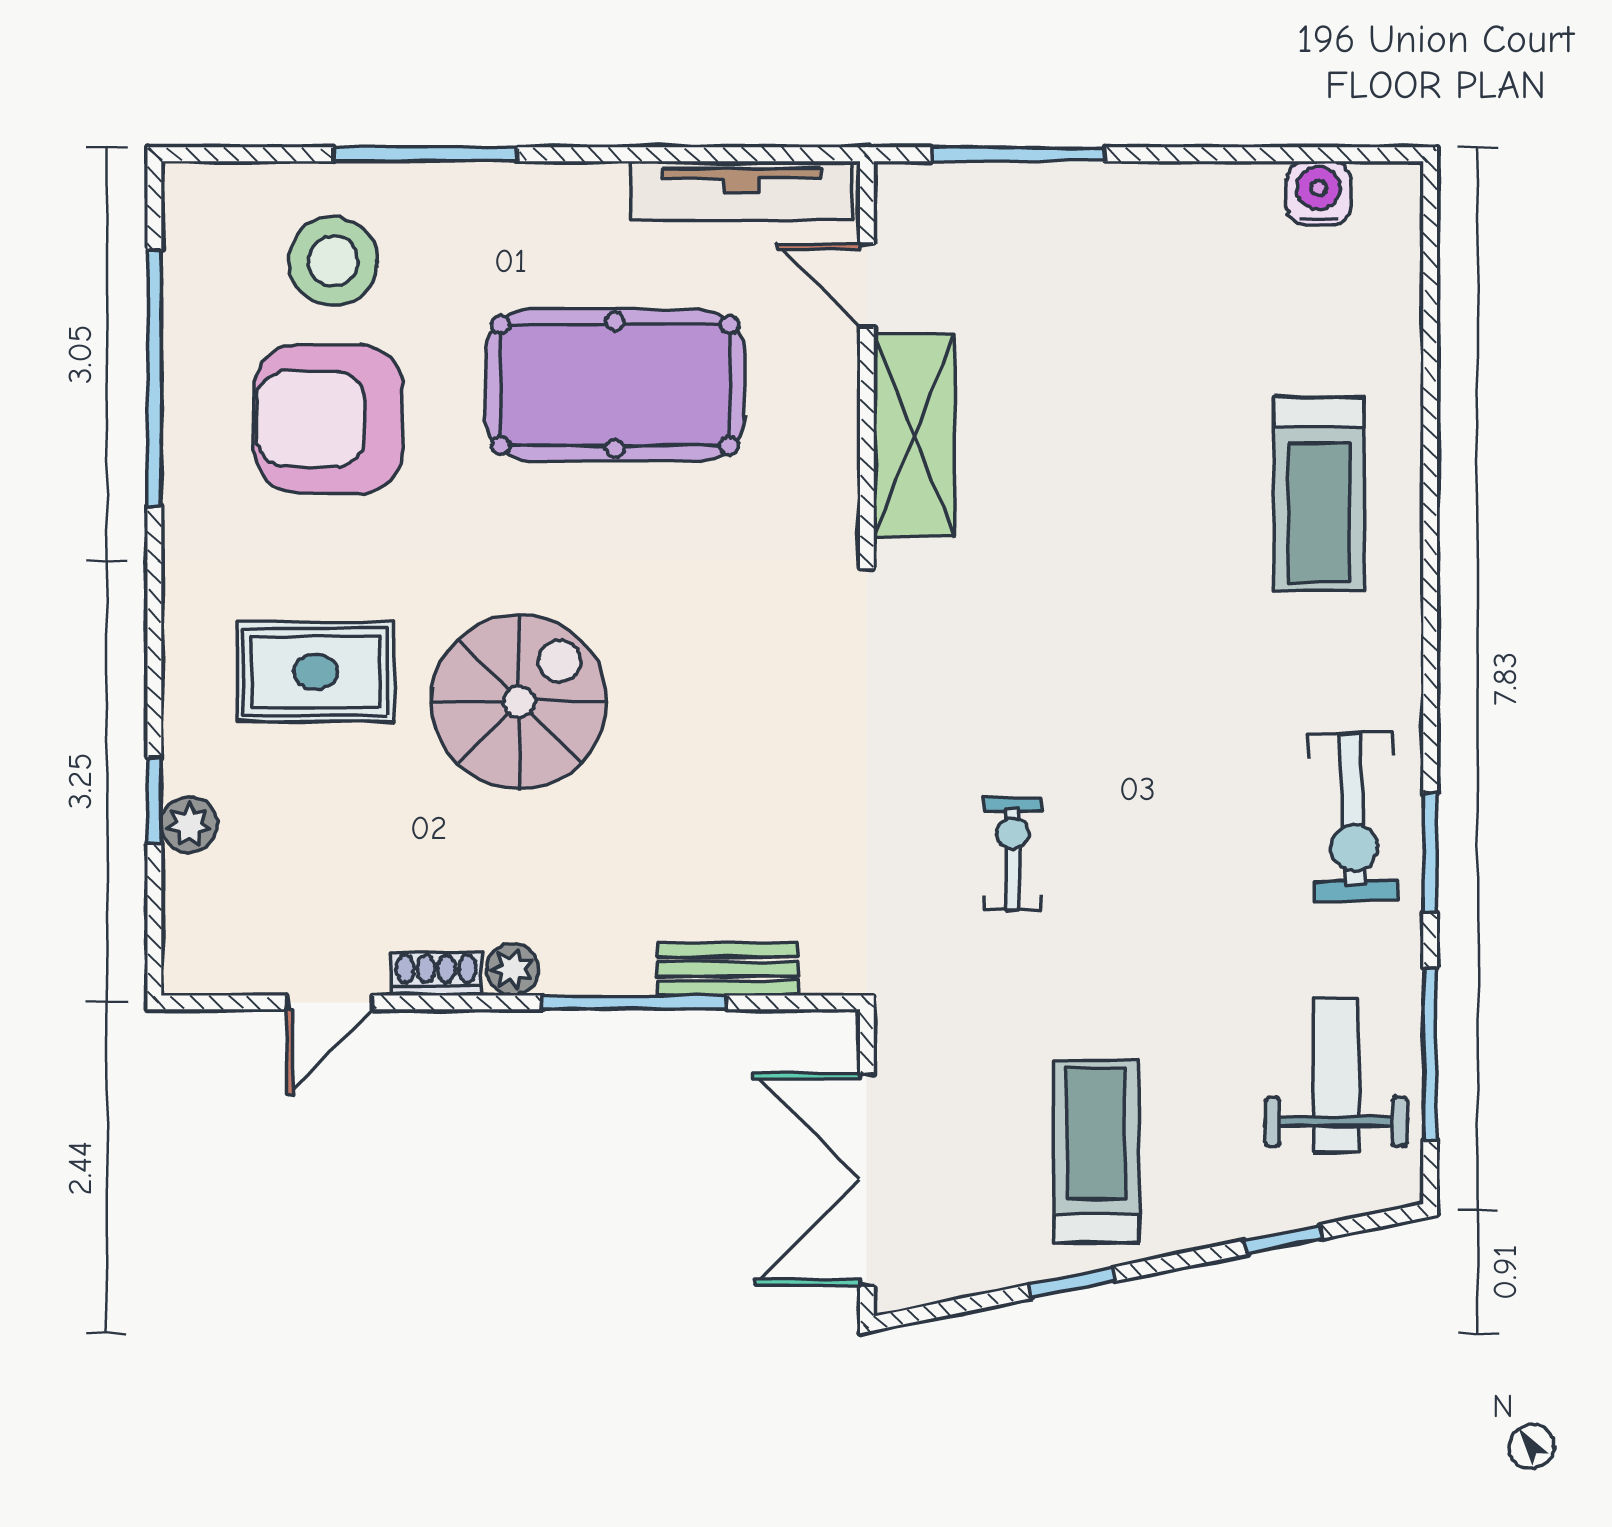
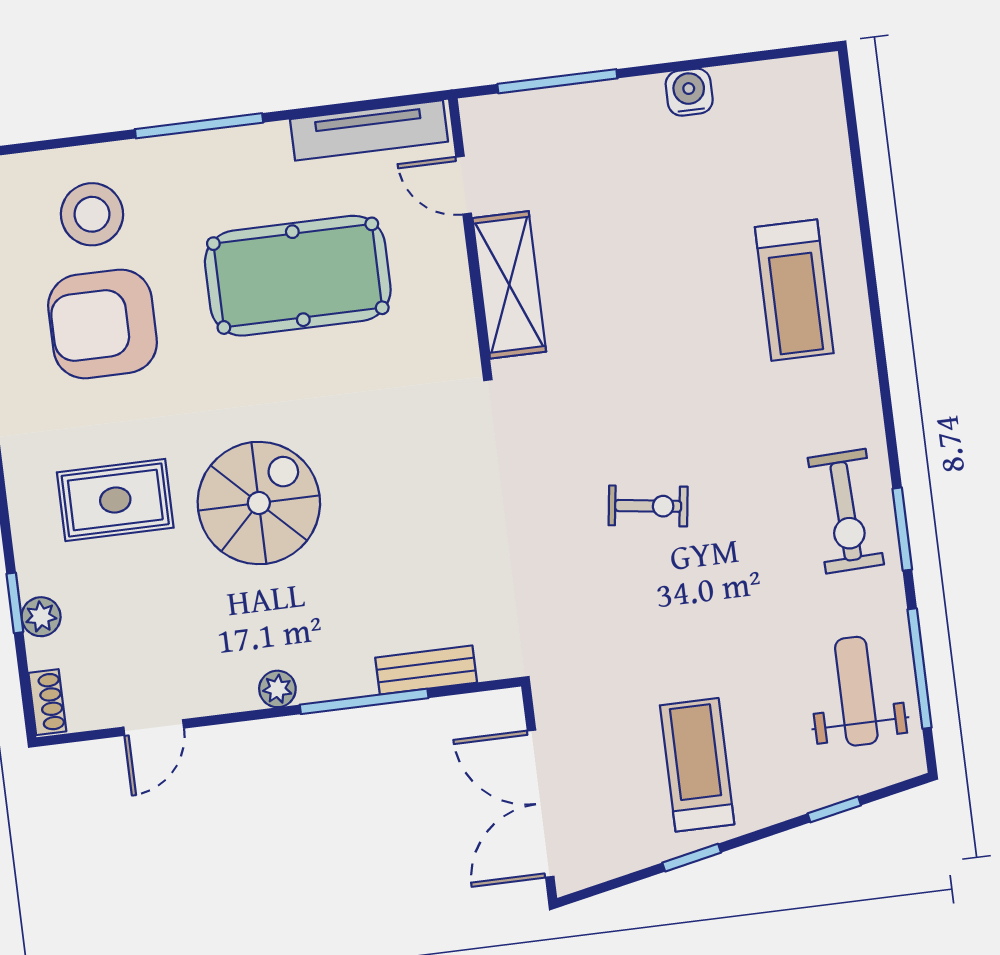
window: (426, 154) -> (199, 126), moved
water cooler: (1319, 193) -> (689, 92), moved
exercise bike: (1012, 854) -> (648, 506), moved, turned 98
shoe rack: (436, 974) -> (47, 702), moved, turned 90

